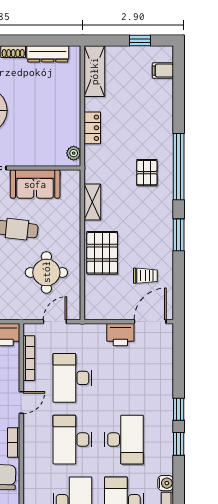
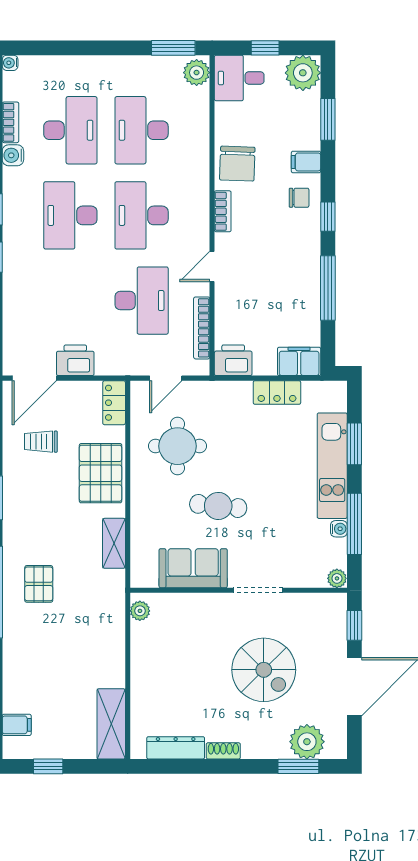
locker: (92, 128) -> (114, 403), moved
desk: (72, 440) -> (142, 215), turned 180

